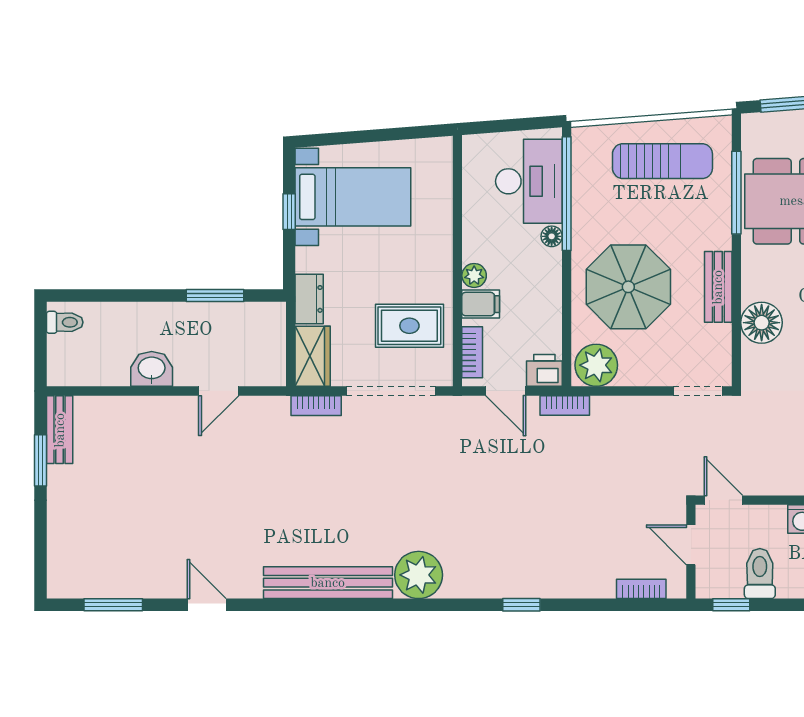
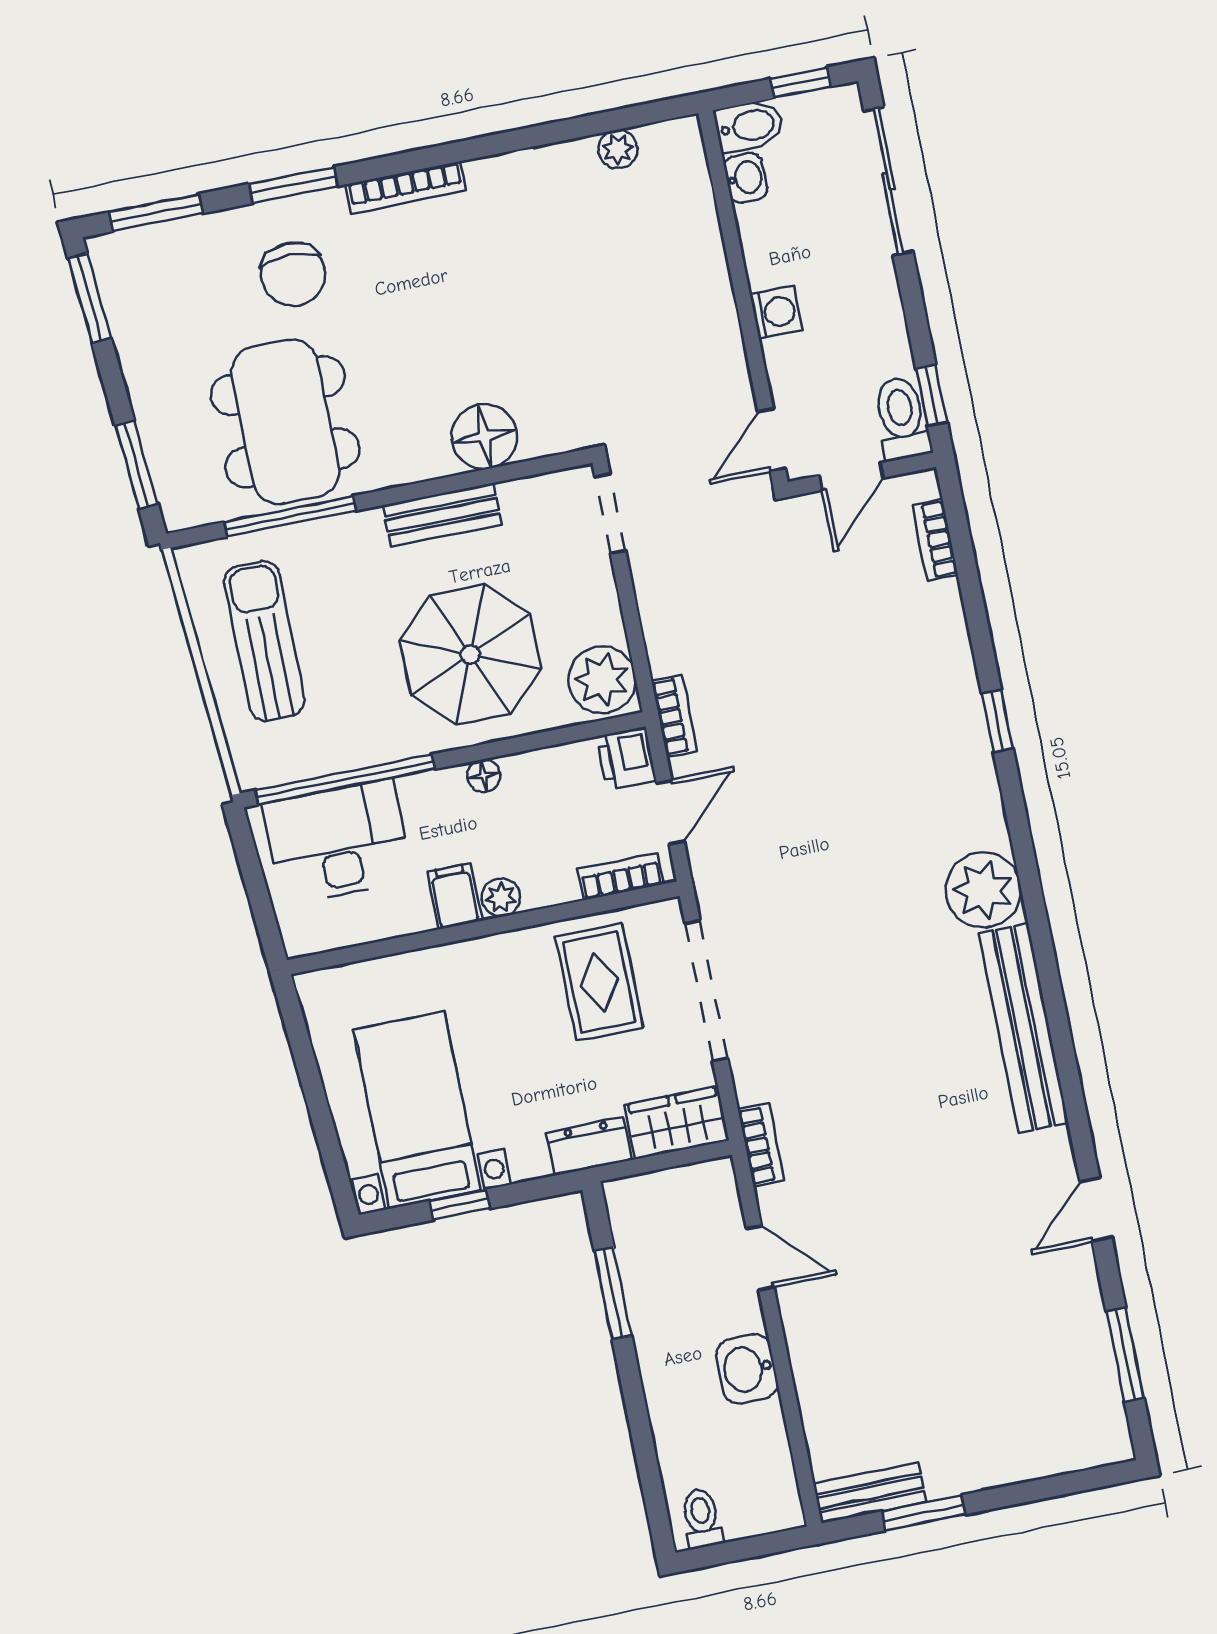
floor lamp: (552, 236) -> (484, 776), moved
filing cabinet: (481, 304) -> (454, 896), moved
bookcase: (316, 406) -> (761, 1145), moved
toilet: (760, 574) -> (902, 418), moved, turned 90

